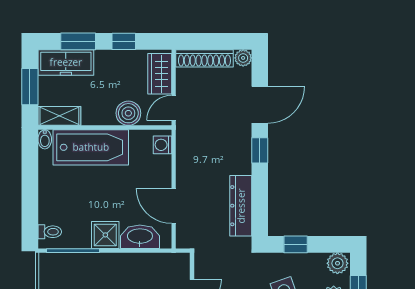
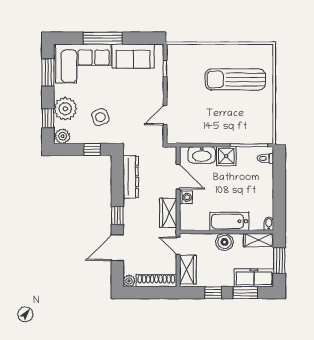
door: (174, 108) -> (178, 246), swing flipped
boiler: (128, 113) -> (224, 242), moved
washing machine: (162, 145) -> (186, 197), moved
bathtub: (91, 147) -> (229, 221), width x0.73, depth x0.73
wardrobe: (188, 155) -> (168, 213), added

